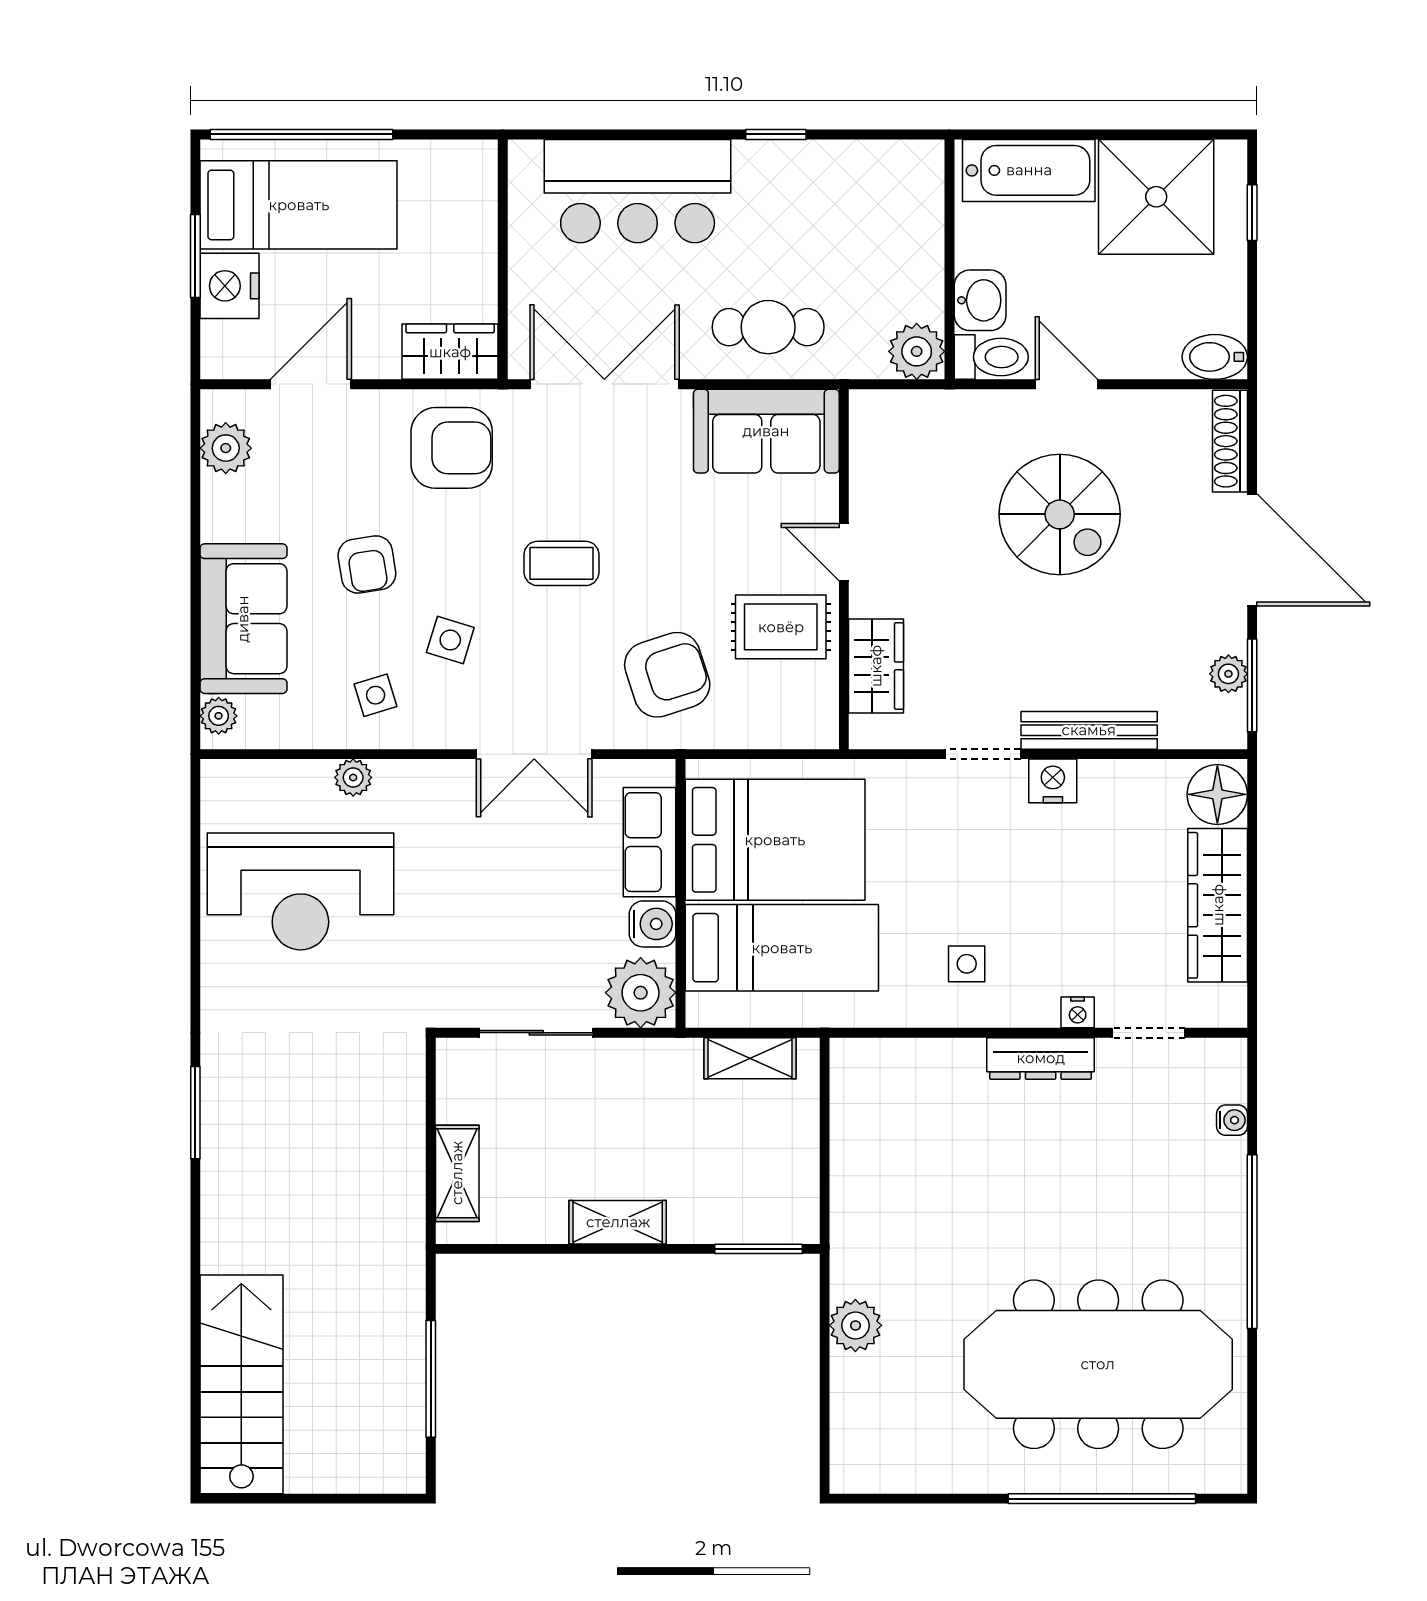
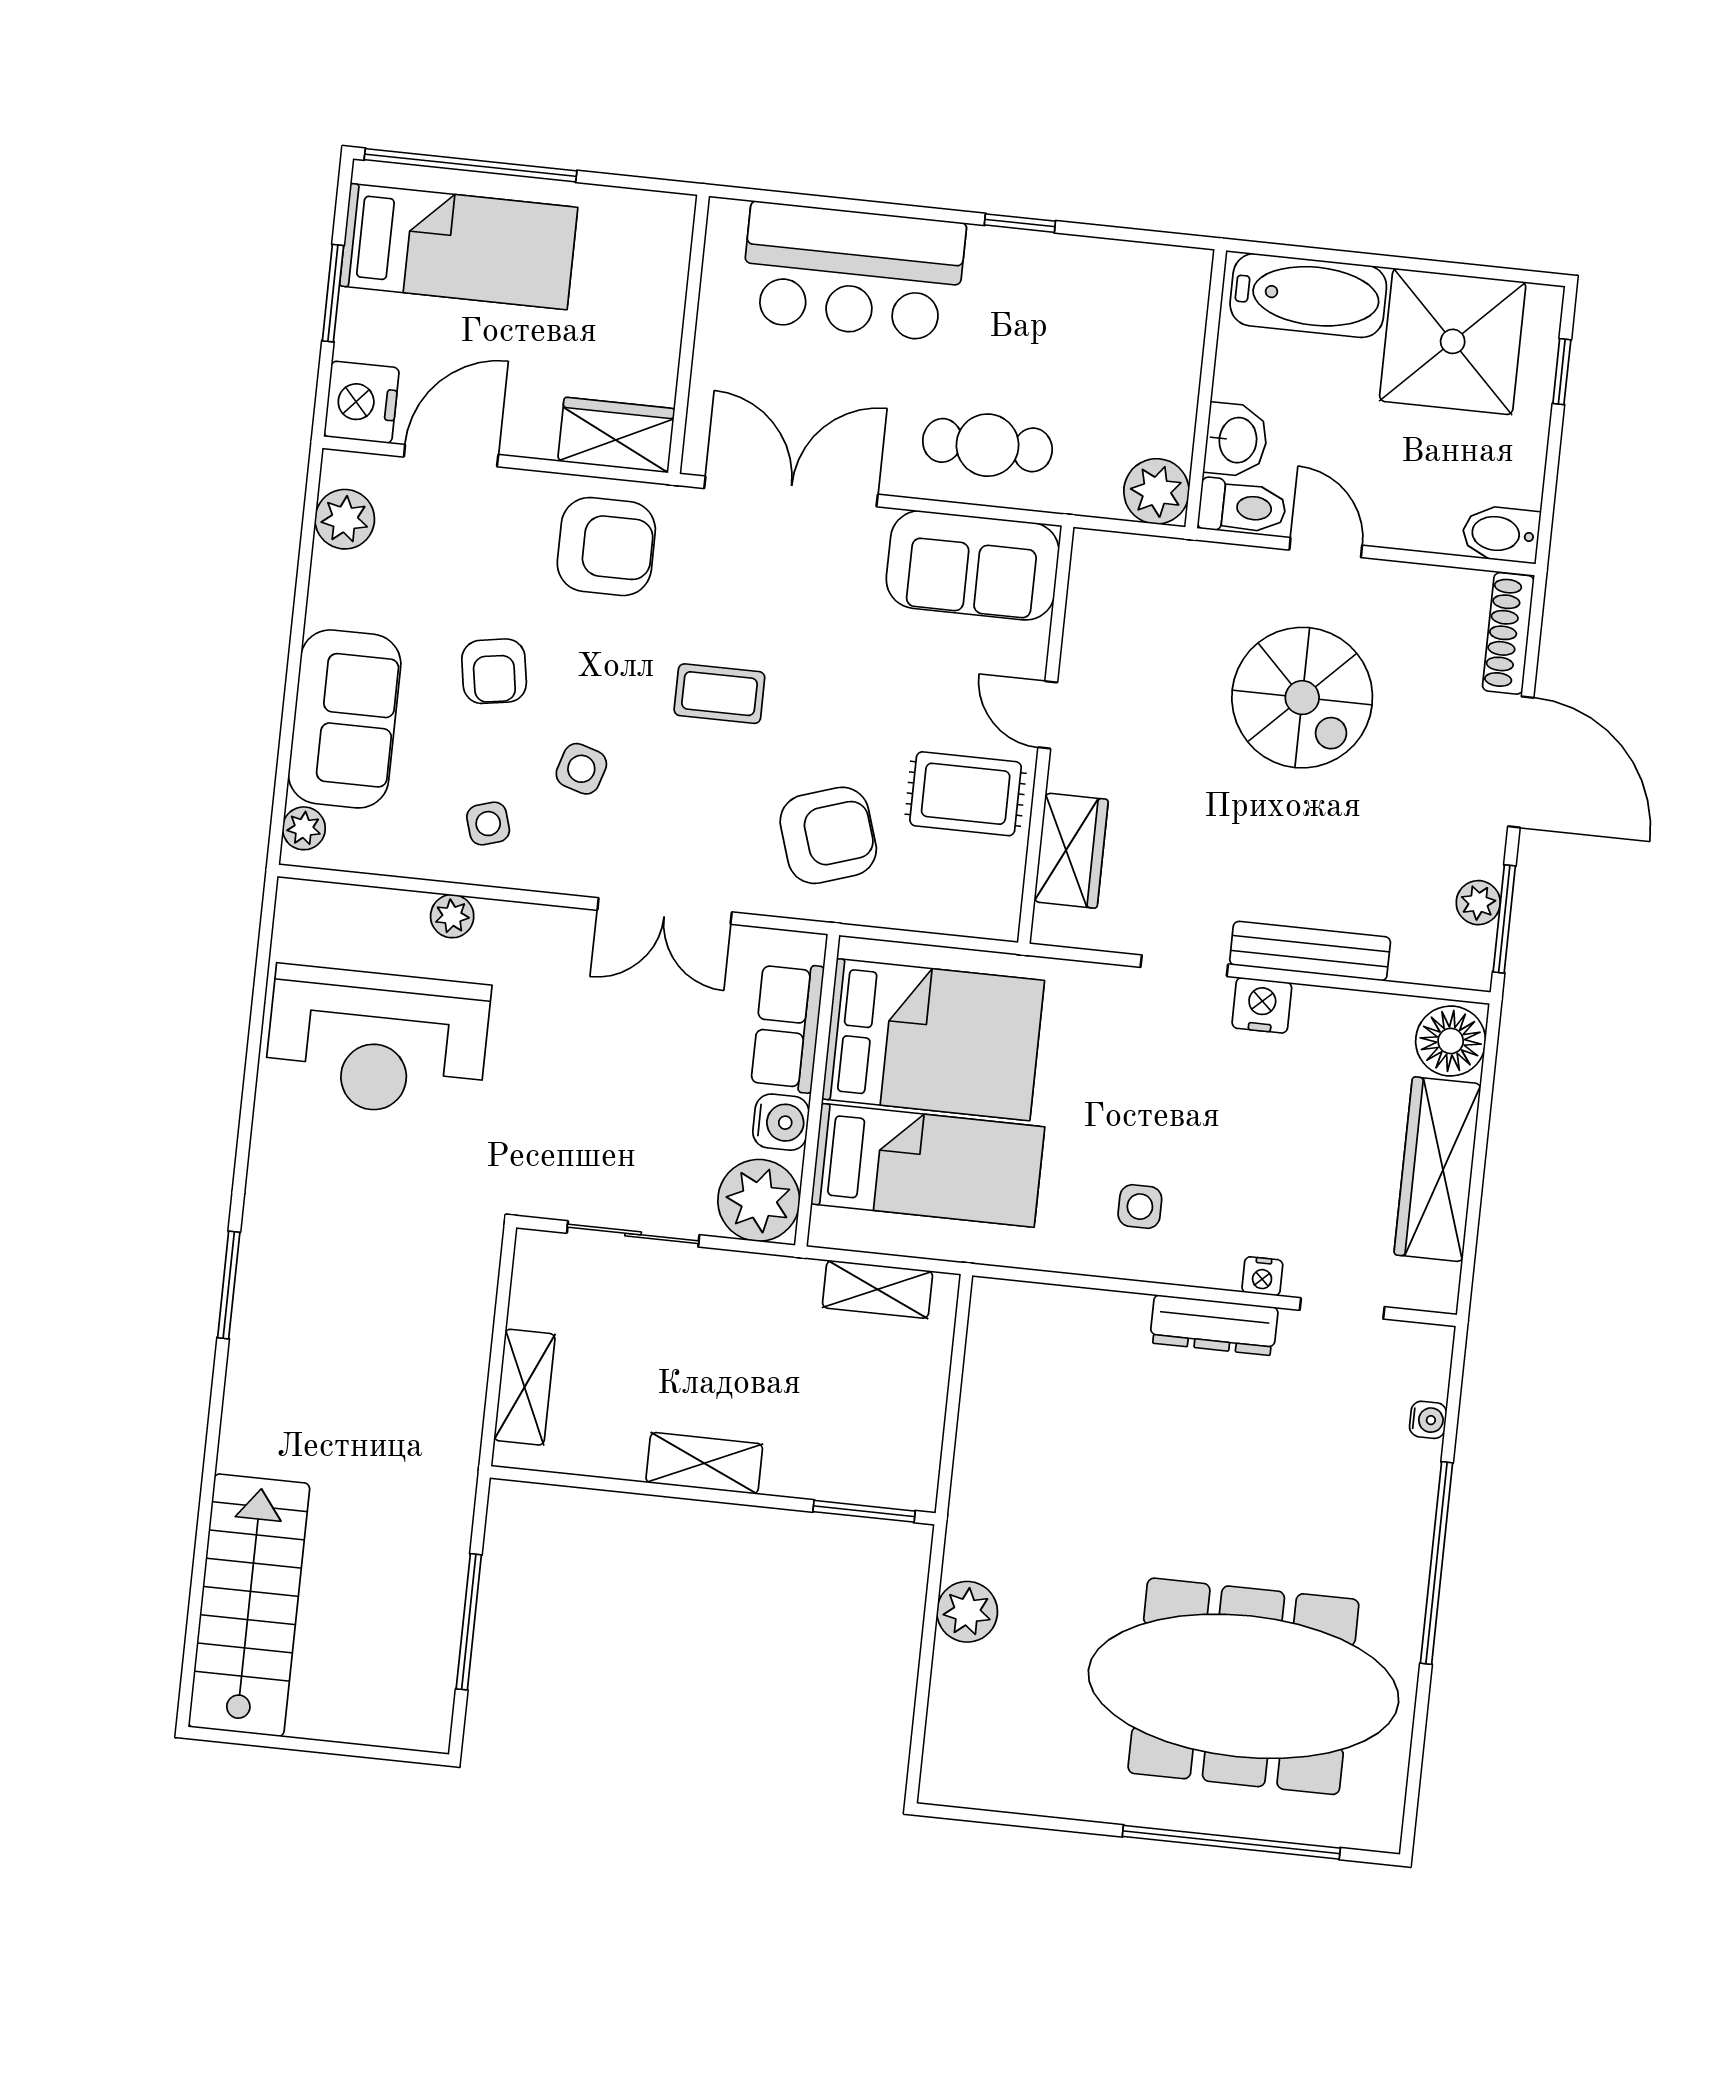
nightstand: (230, 286) -> (362, 402), moved

